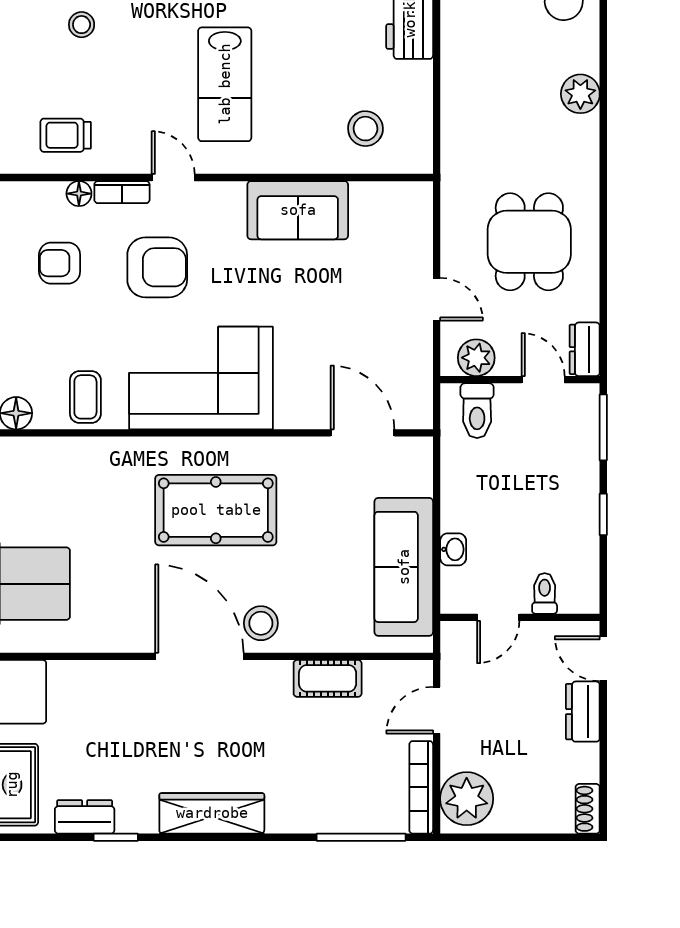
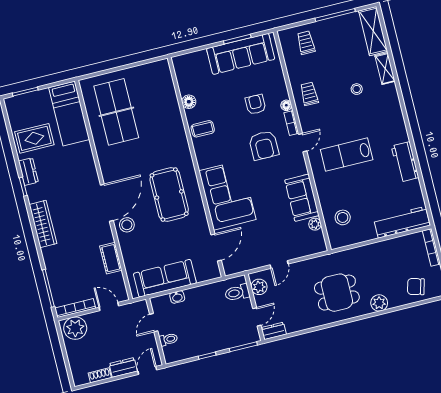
plant: (365, 195) -> (315, 224), added
dining table: (529, 242) -> (337, 293), moved
corner sofa: (201, 378) -> (227, 195), moved
door: (498, 617) -> (154, 323), hinge flipped
shoe rack: (588, 809) -> (100, 375), moved

